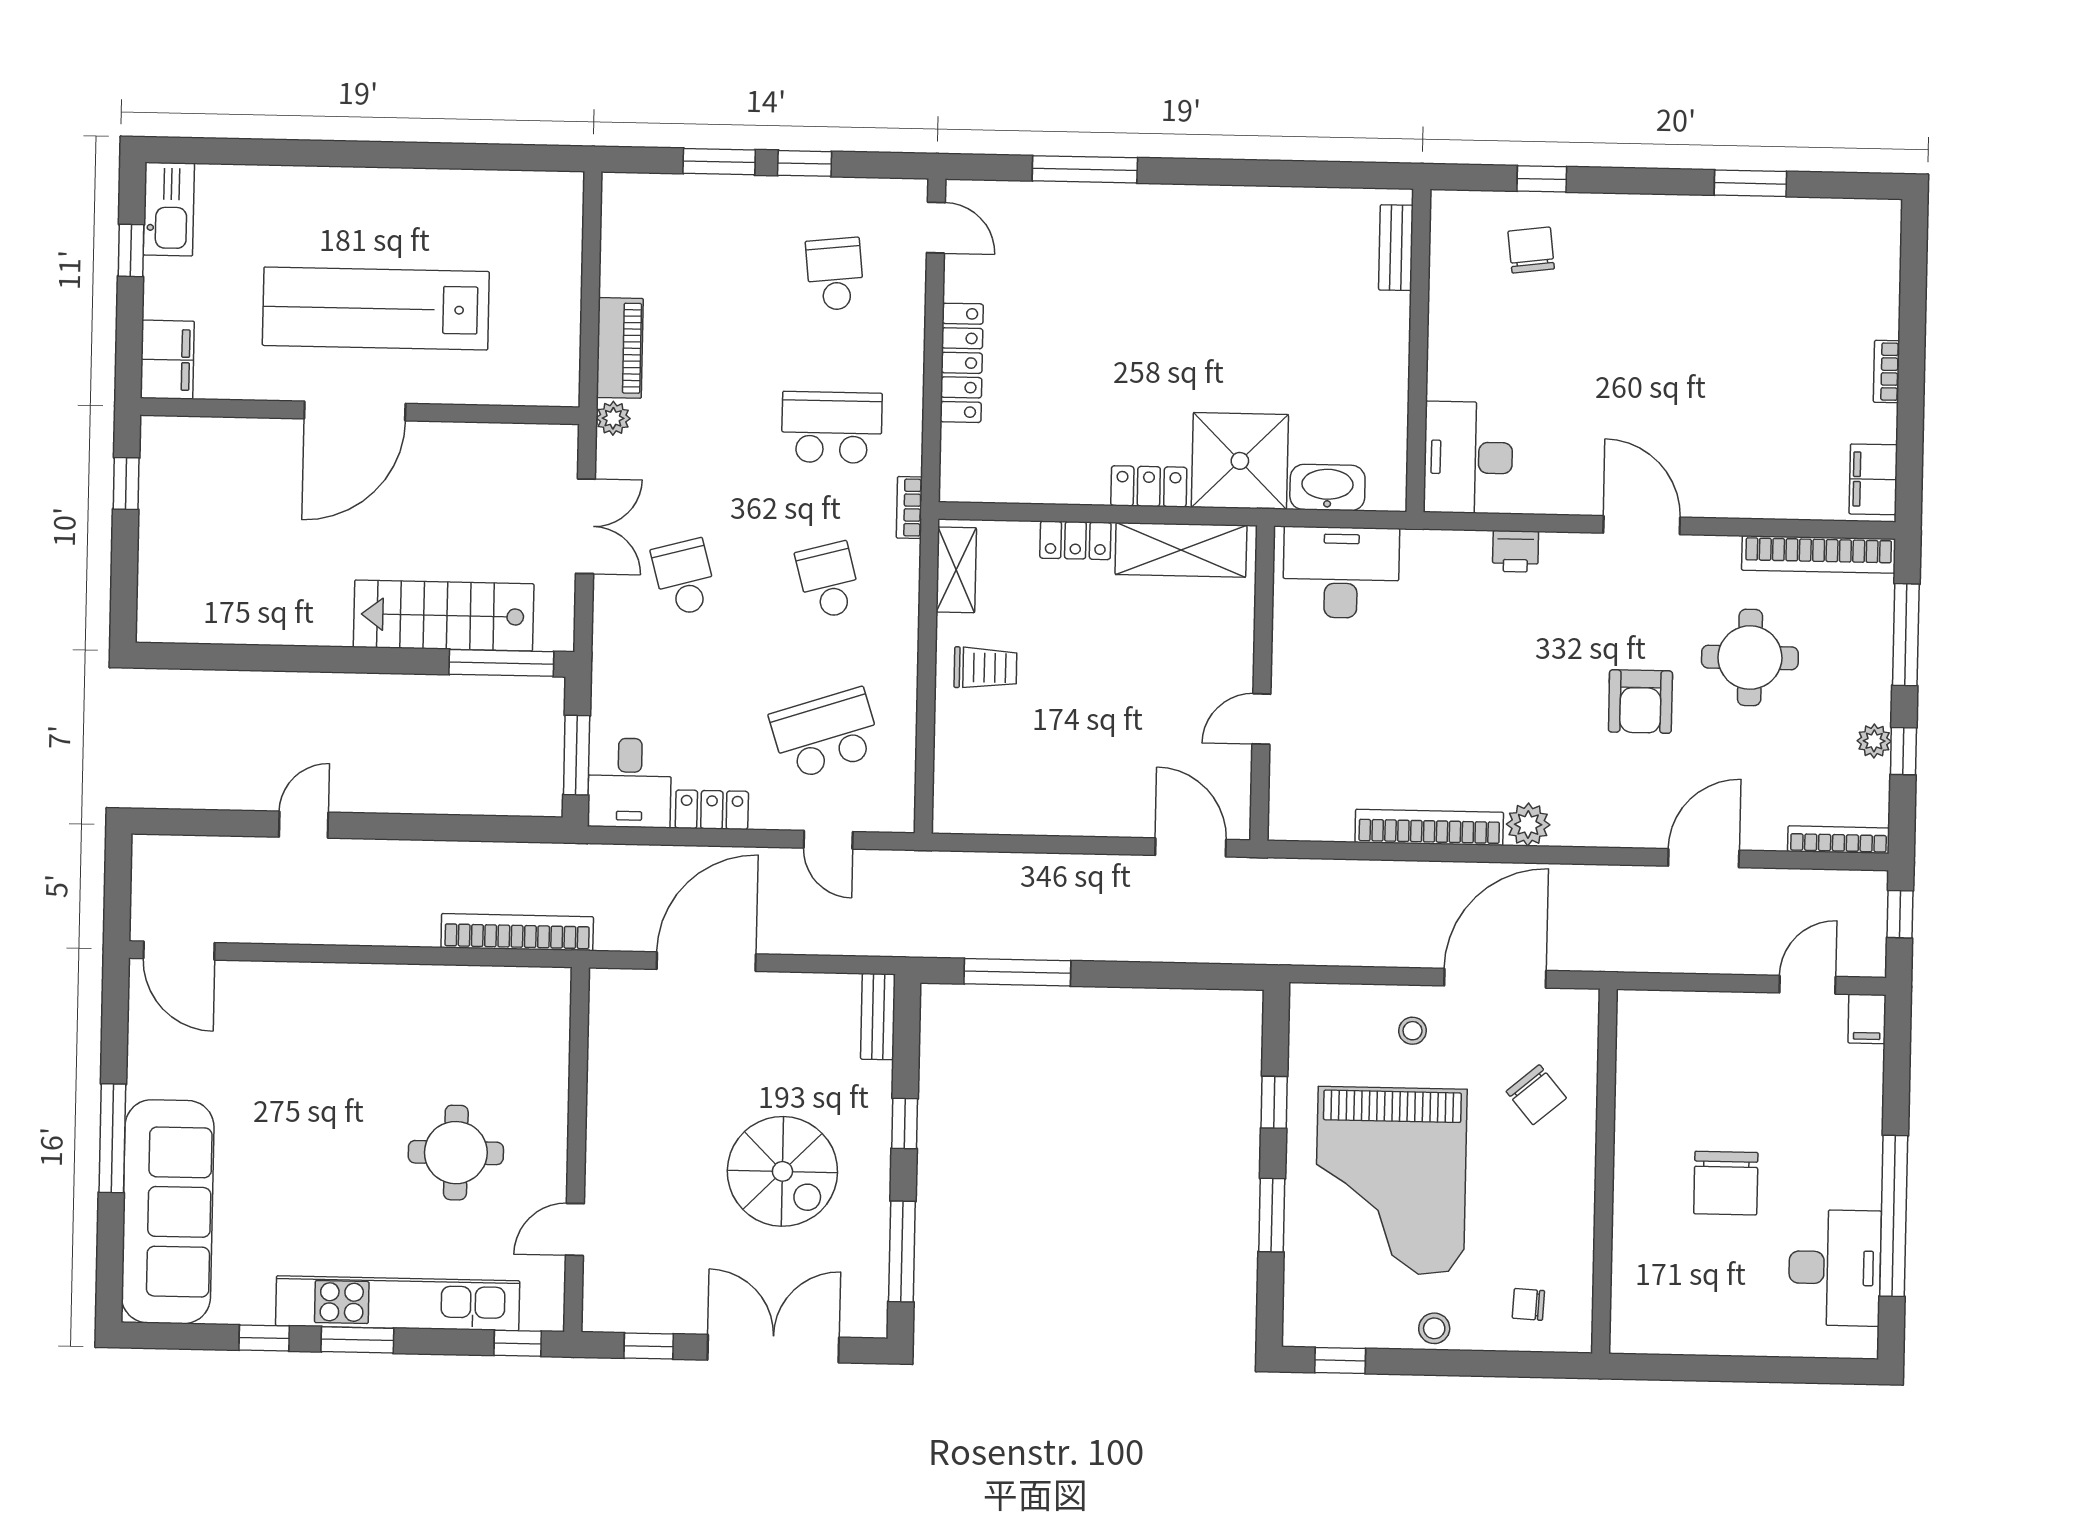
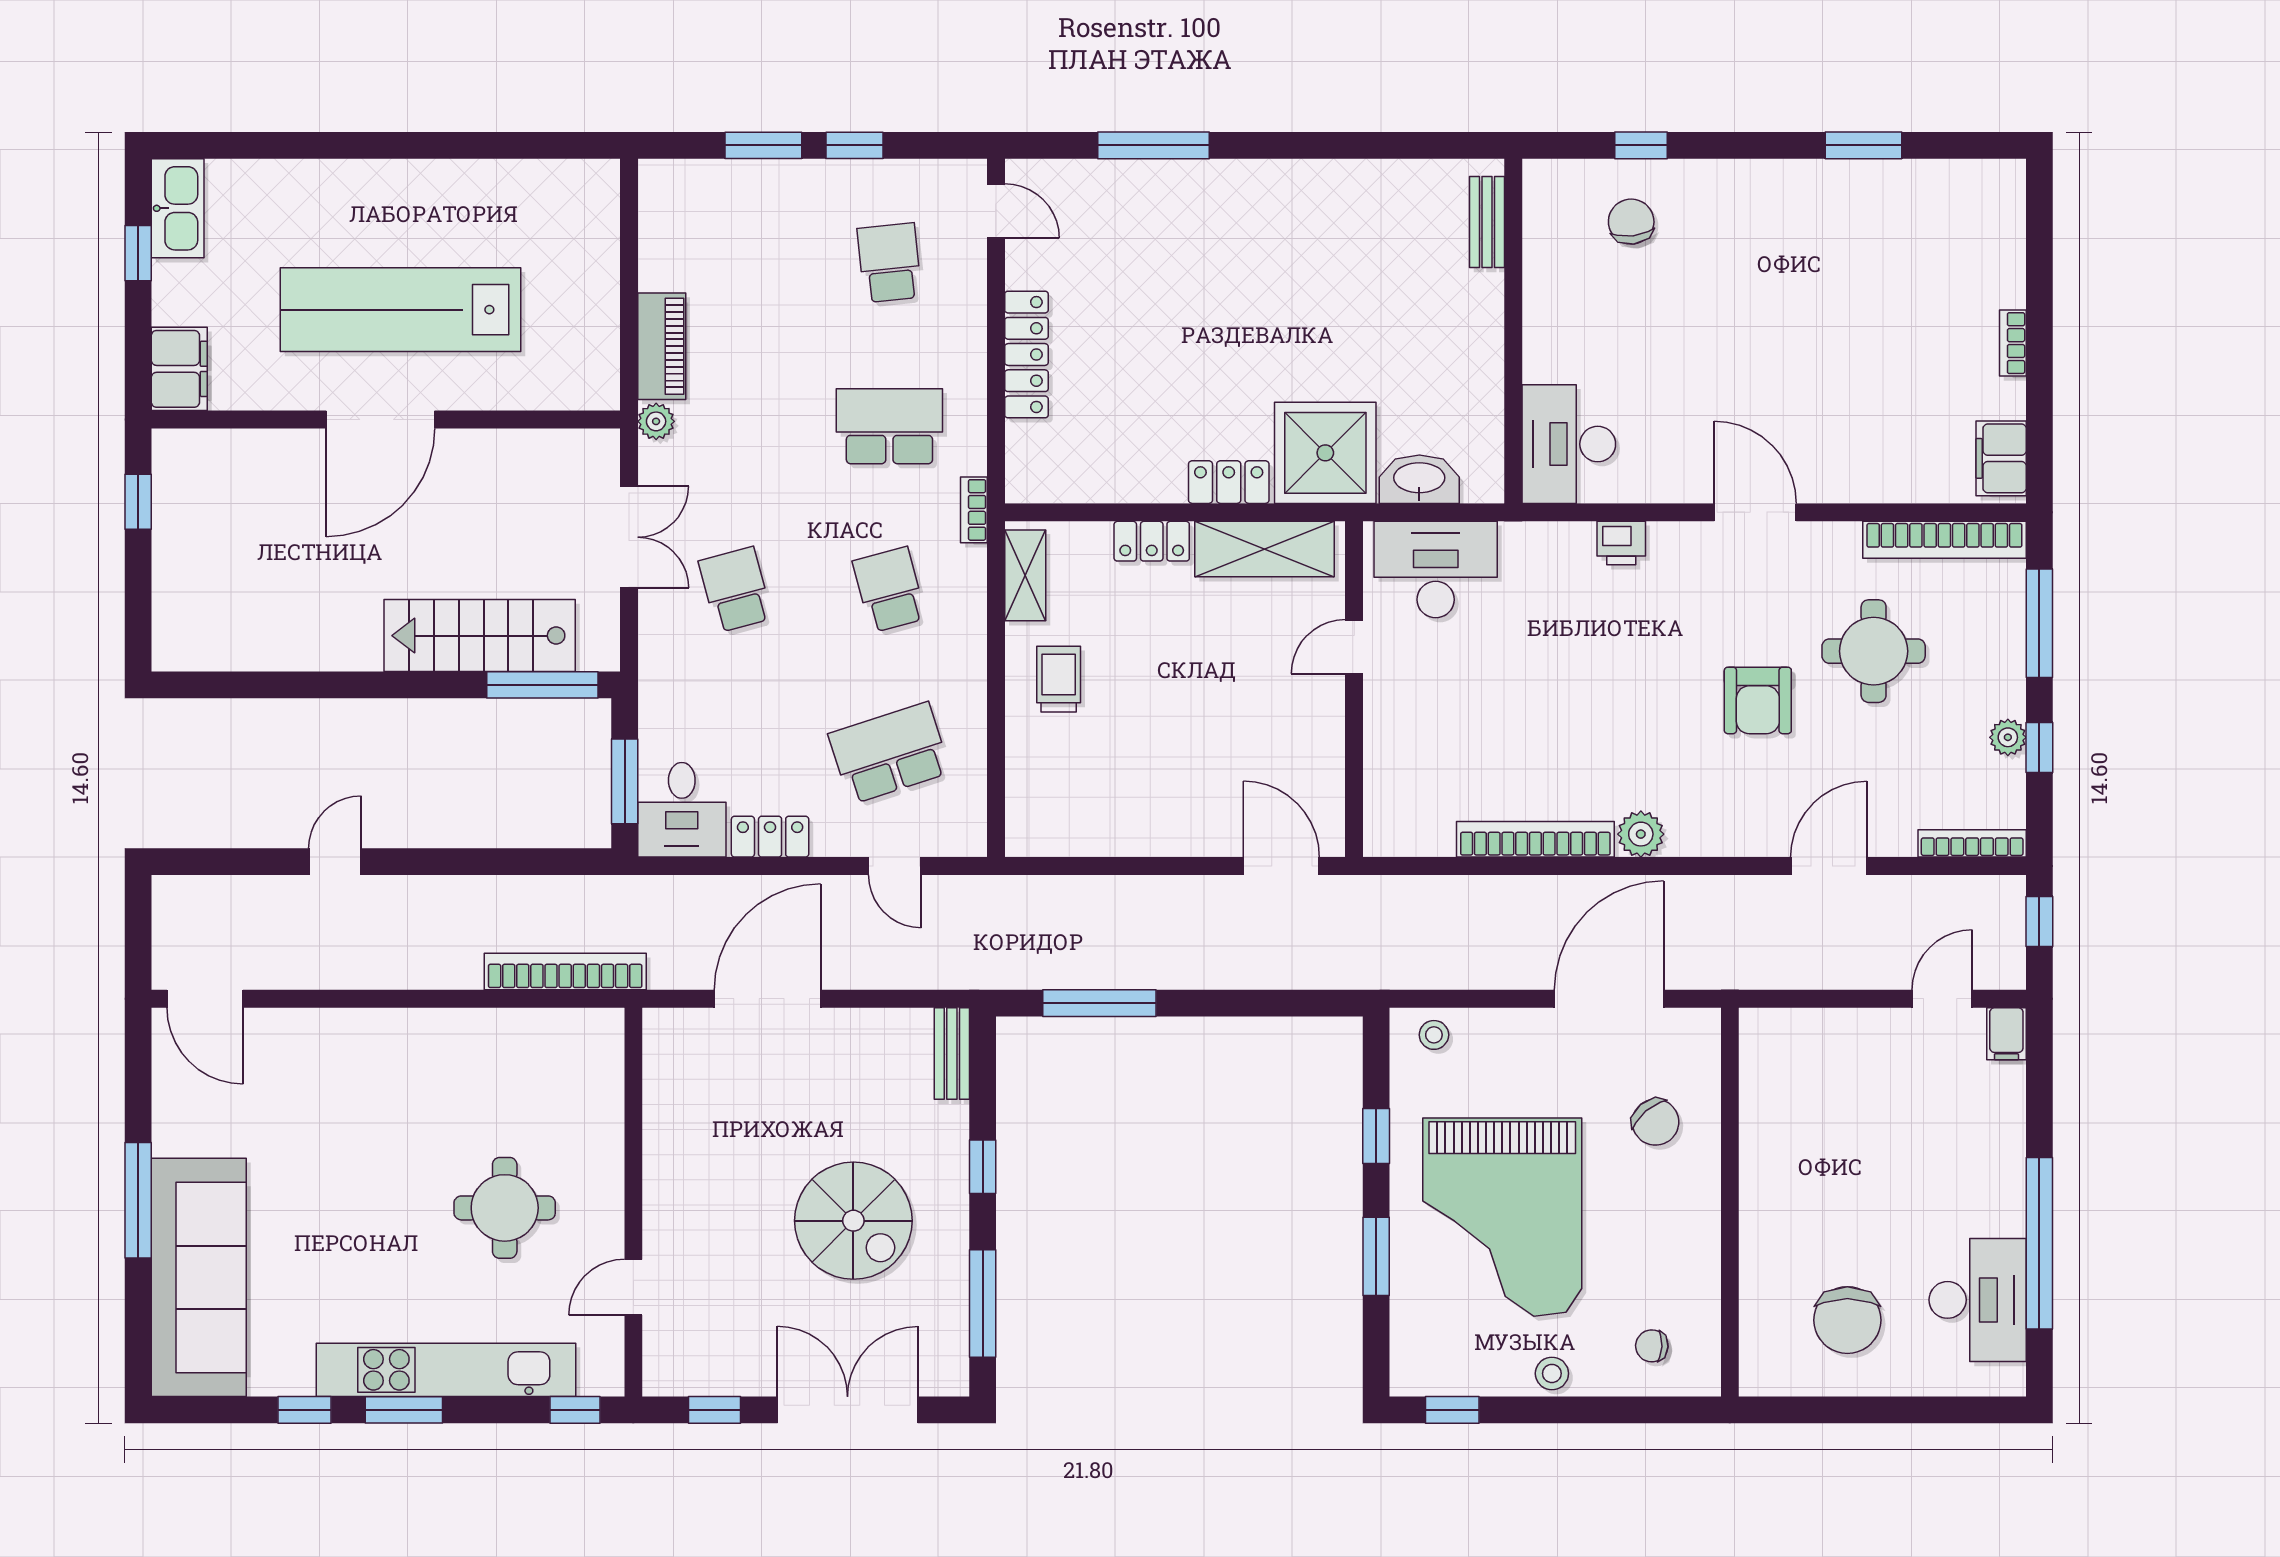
trolley: (985, 668) -> (1059, 679), turned -90
door: (1261, 719) -> (1354, 647), moved
stool: (1412, 1031) -> (1434, 1035), moved
chair: (1726, 1183) -> (1847, 1320), moved

